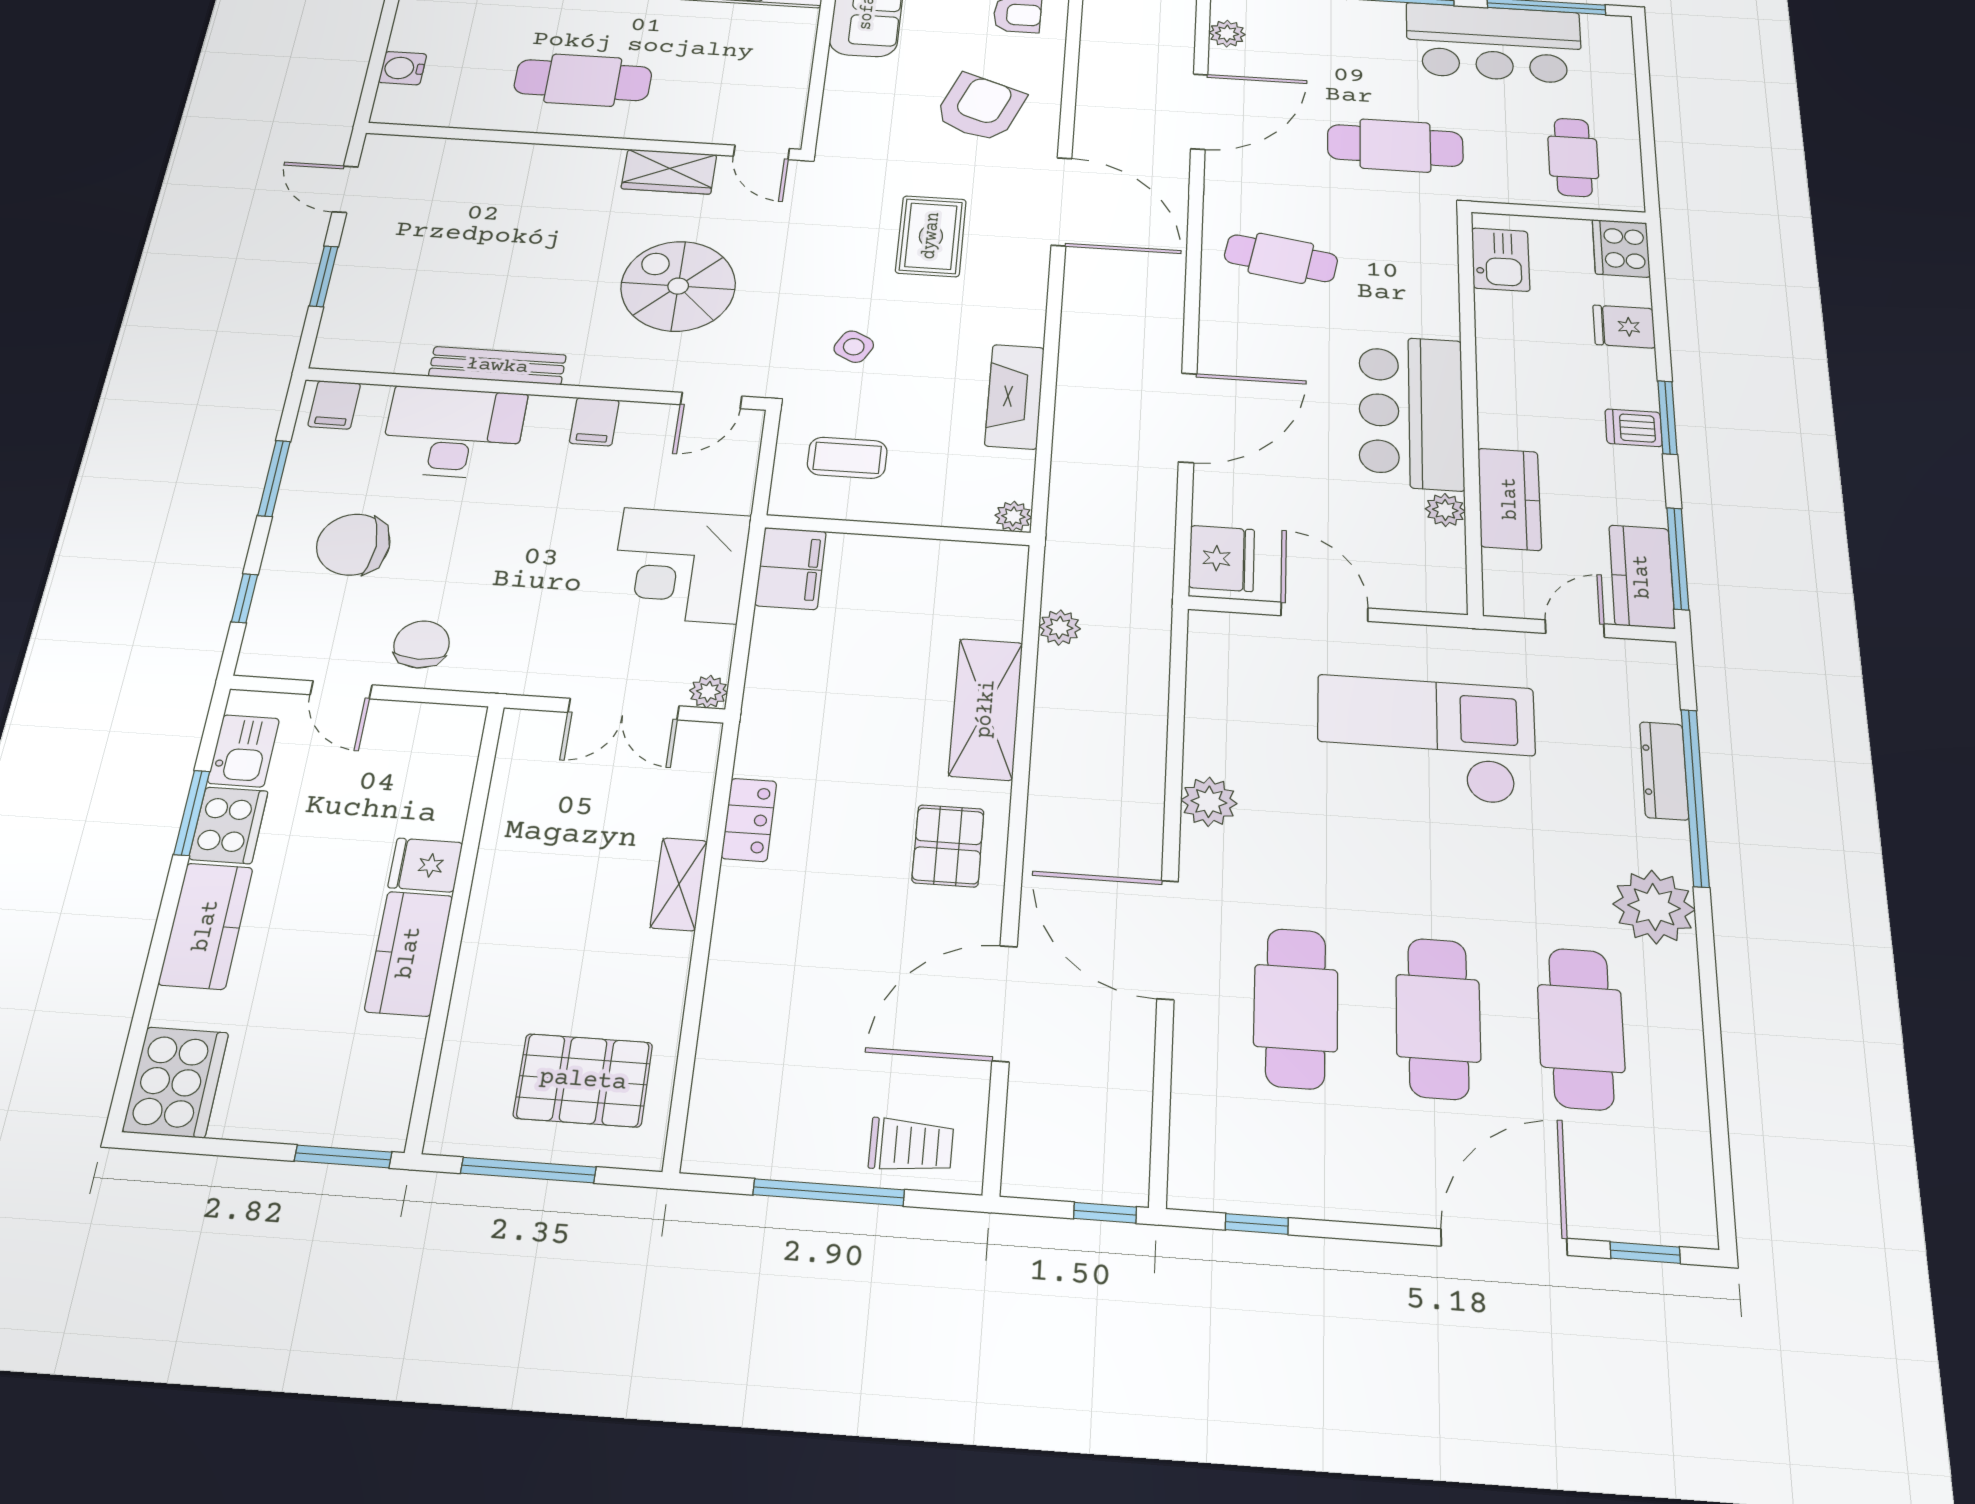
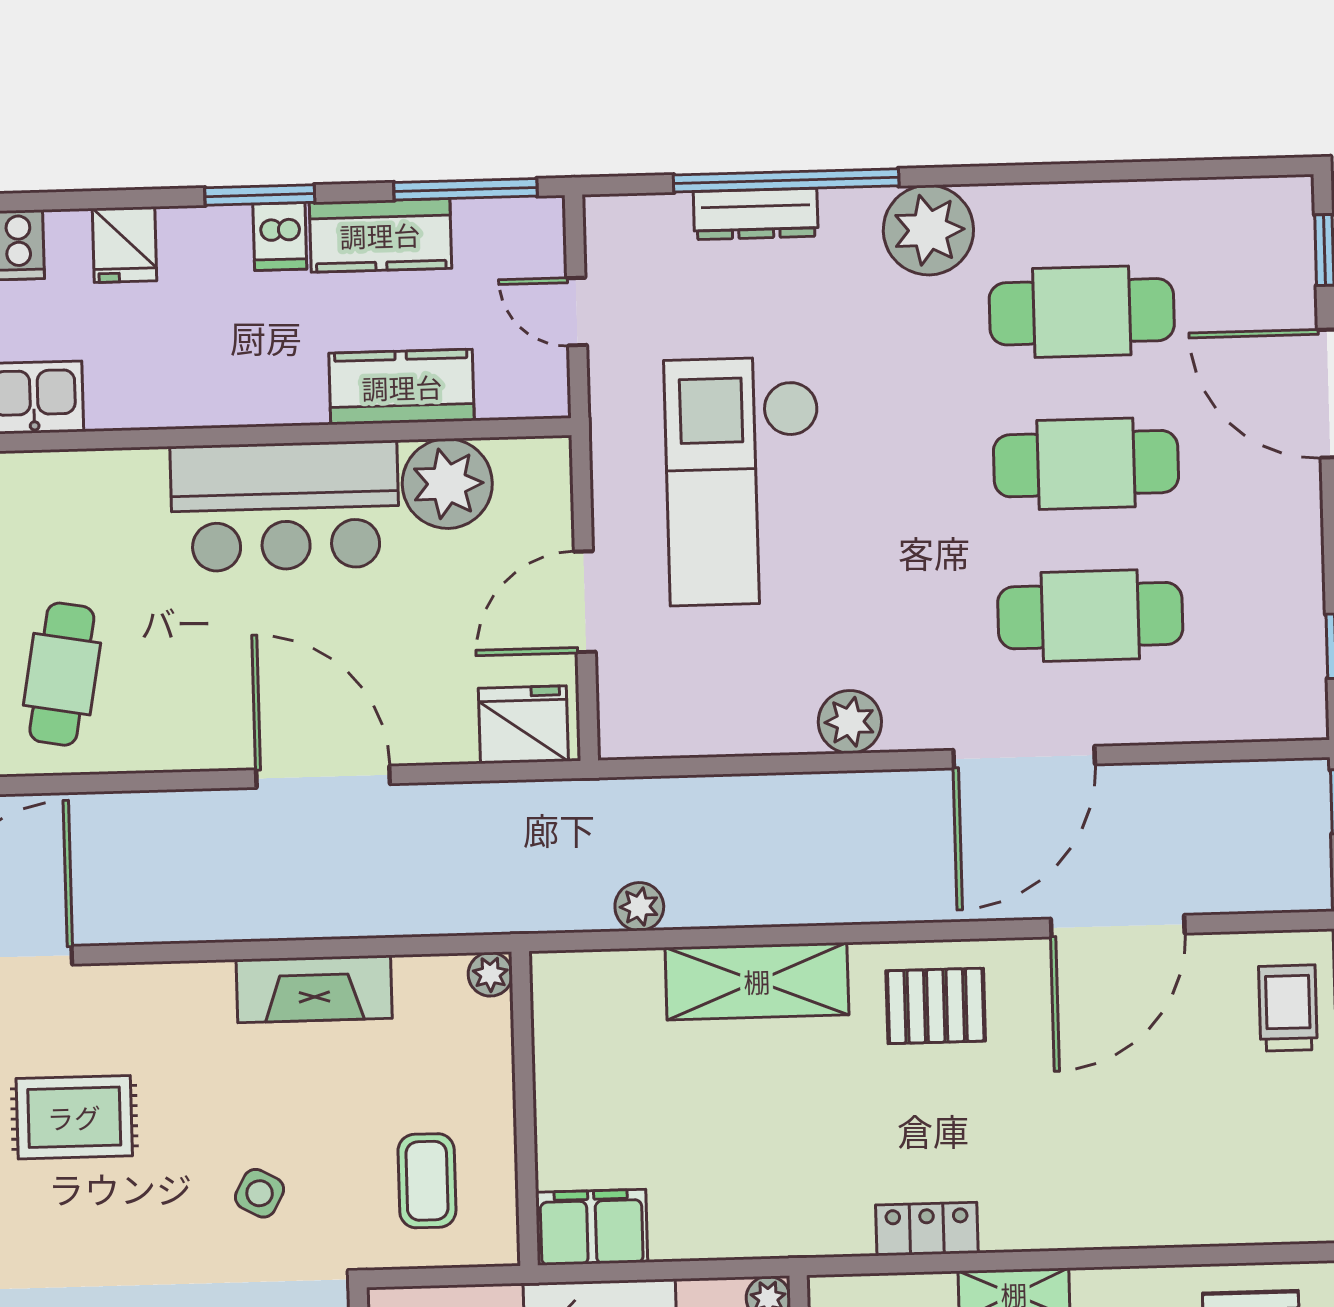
plant: (1445, 510) -> (447, 484), width x1.88, depth x1.88
kitchen counter: (1642, 577) -> (380, 235), moved
door: (1005, 1003) -> (1118, 926), hinge flipped

